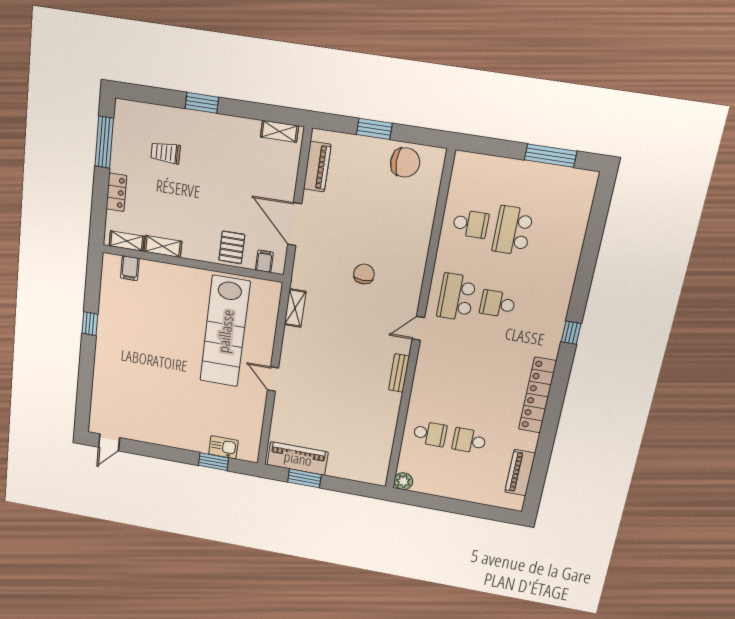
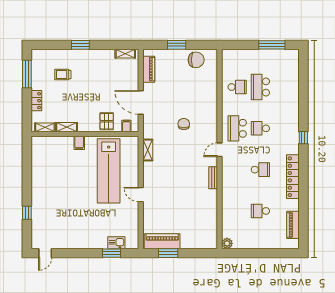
filing cabinet: (130, 268) -> (79, 143), moved
window: (90, 324) -> (27, 213), moved
school desk: (430, 434) -> (260, 170), moved

